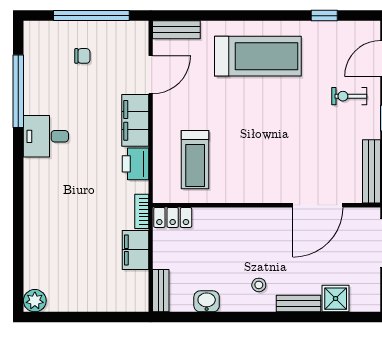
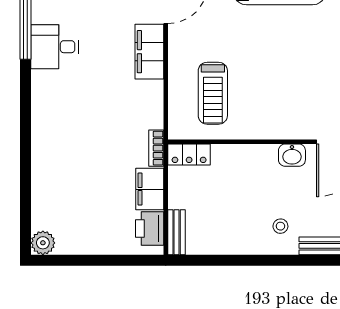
desk: (46, 136) -> (55, 47), moved
printer: (135, 164) -> (150, 228), moved
washbasin: (207, 301) -> (292, 155), moved, turned 180

